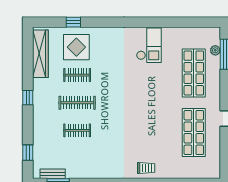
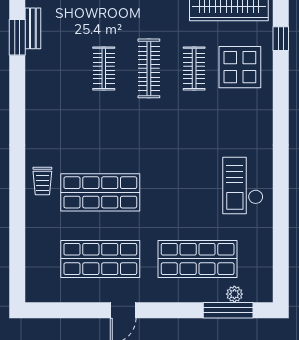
window: (73, 22) -> (281, 39), moved
checkout: (149, 45) -> (243, 185), turned 90
shop shelf: (153, 133) -> (100, 192), added

